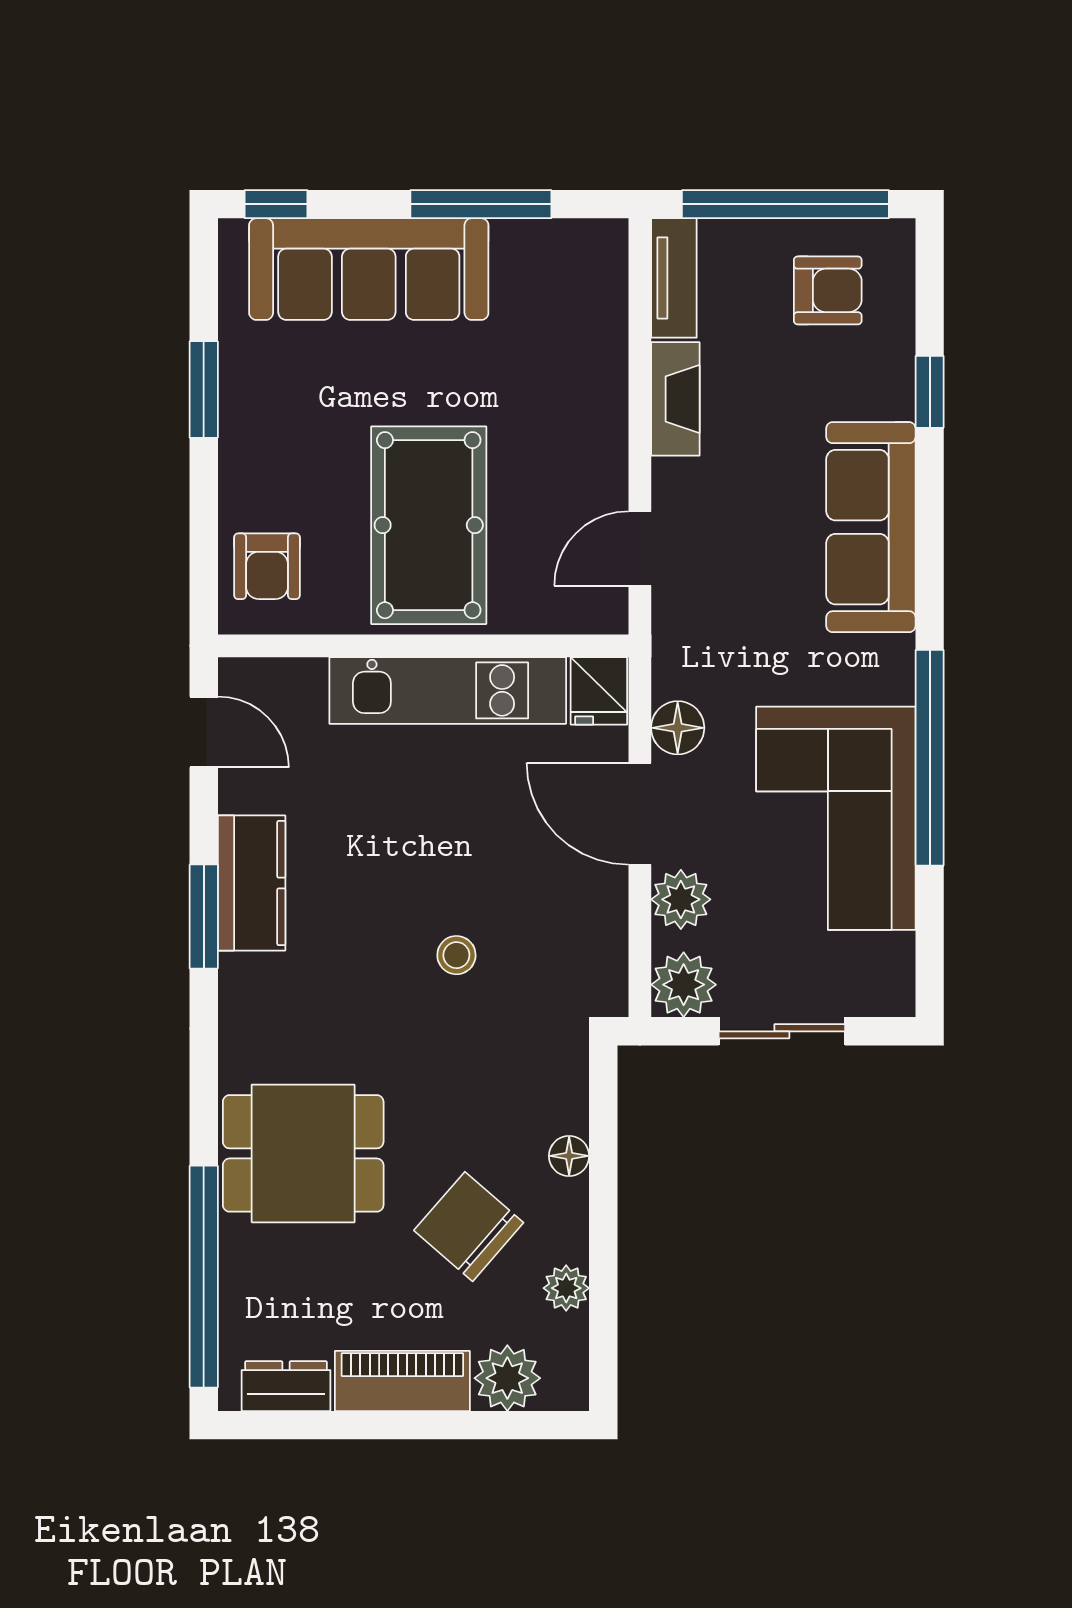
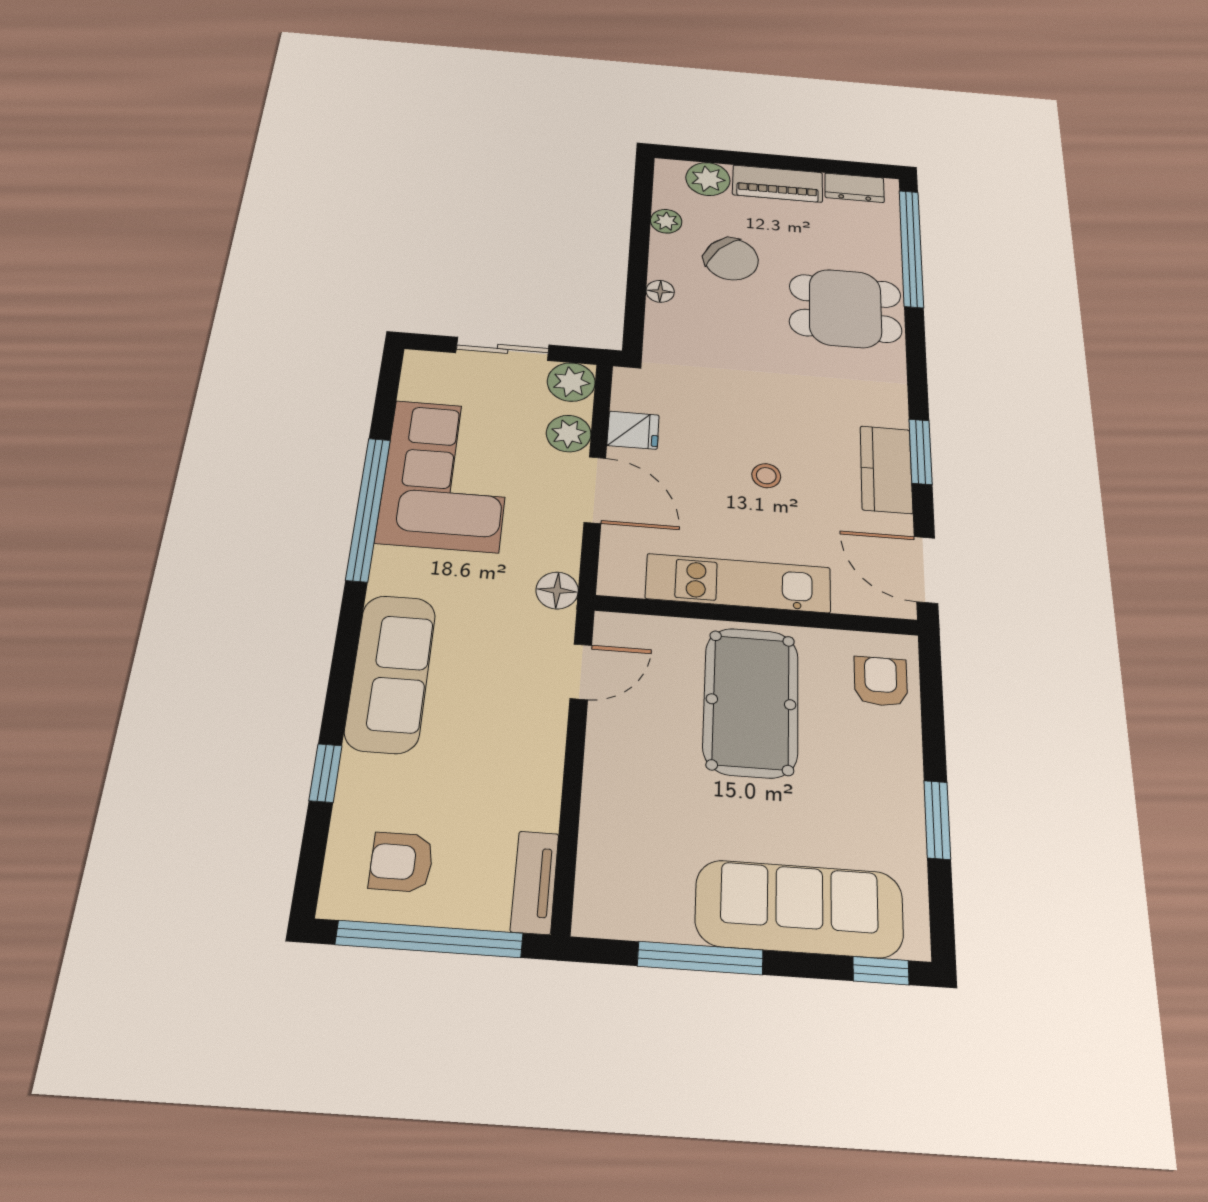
fireplace: (675, 399) -> (542, 783), removed
fridge: (599, 691) -> (633, 430), moved, turned 90
floor lamp: (678, 728) -> (557, 590), moved
door: (204, 732) -> (926, 570), width x1.38
stool: (456, 955) -> (766, 476), moved

